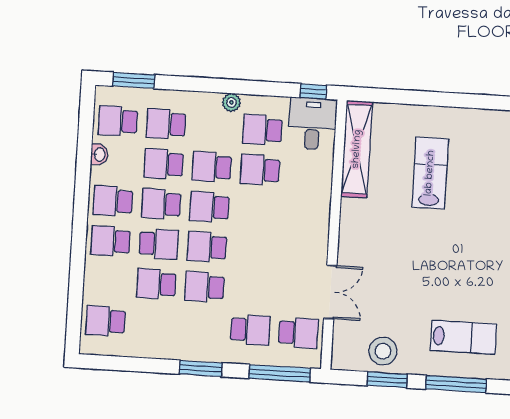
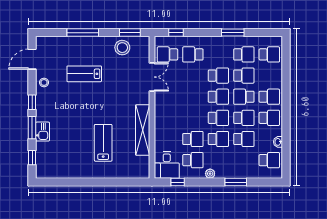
window: (134, 80) -> (236, 182), moved
window: (313, 91) -> (178, 182), moved
school desk: (166, 124) -> (244, 54), moved
shelving: (357, 149) -> (143, 130), moved
lab bench: (430, 173) -> (103, 143), turned 180
double door: (330, 292) -> (152, 77), swing flipped
lab bench: (463, 337) -> (84, 74), moved
window: (201, 368) -> (233, 33), moved
window: (280, 373) -> (176, 33), width x0.46
window: (387, 380) -> (130, 33), moved

